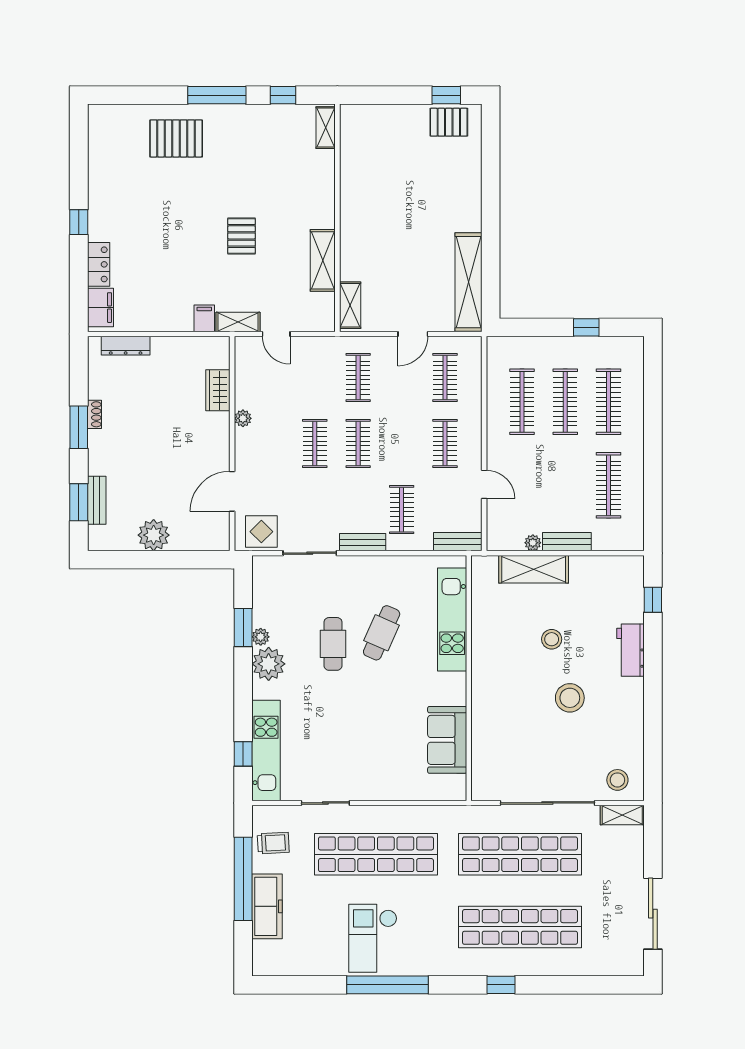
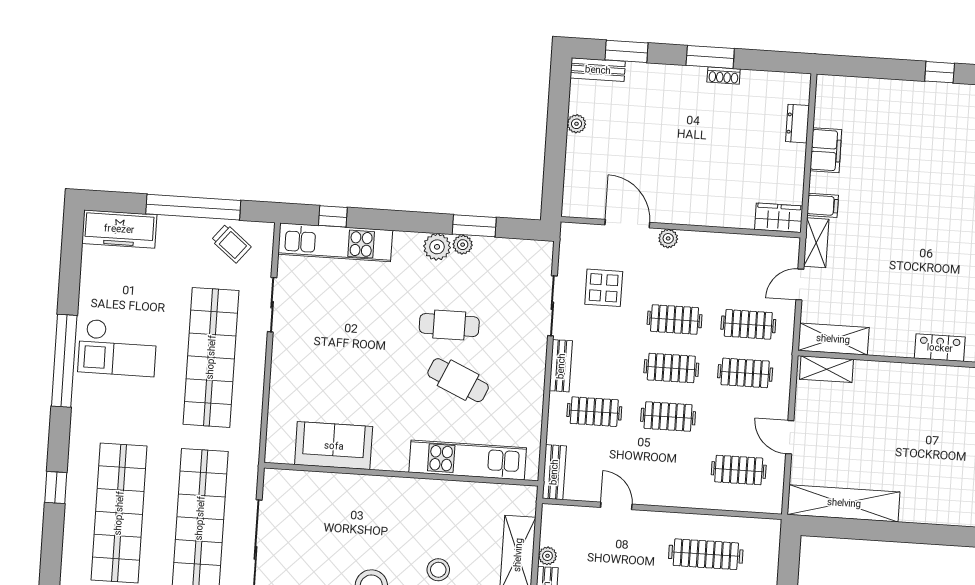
pallet: (242, 236) -> (912, 253), removed
shelving: (323, 260) -> (833, 339), moved
locker: (99, 264) -> (940, 348), moved, turned 180
filing cabinet: (100, 308) -> (826, 150), moved, turned -90
dresser: (126, 346) -> (797, 124), width x0.70
clothes rail: (315, 378) -> (748, 324), added
wardrobe: (218, 390) -> (779, 218), moved
plant: (243, 418) -> (668, 238), moved
clothes rail: (445, 444) -> (668, 417), moved
door: (484, 484) -> (616, 506), swing flipped
bench: (97, 500) -> (598, 70), moved
display table: (261, 532) -> (604, 288), moved
plant: (154, 535) -> (576, 124), width x0.53, depth x0.53
plant: (269, 664) -> (437, 247), width x0.73, depth x0.73
trolley: (273, 843) -> (231, 243), turned -48
freezer: (267, 906) -> (119, 229), moved
checkout: (373, 938) -> (117, 348), turned 180

